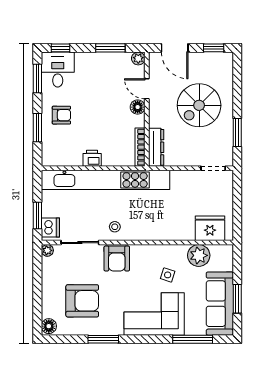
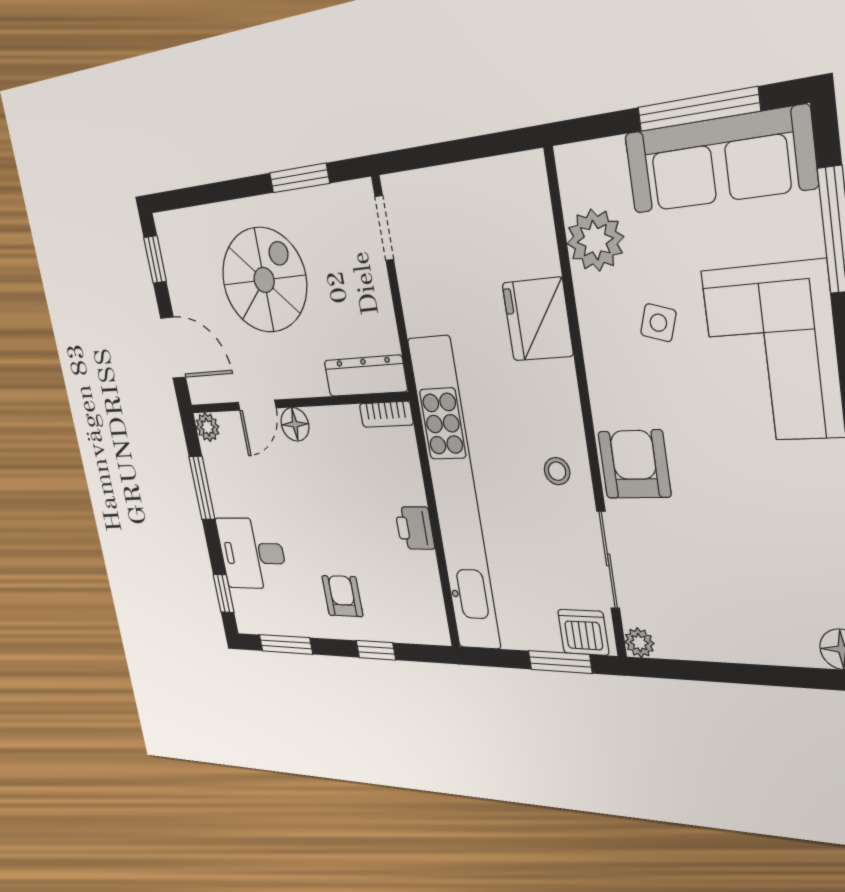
door: (175, 48) -> (173, 348), hinge flipped
desk: (58, 70) -> (252, 553), moved
spiral stairs: (199, 105) -> (264, 280), turned -90
window: (37, 128) -> (376, 650), width x0.67
bookcase: (140, 147) -> (386, 414), width x0.64
fridge: (210, 228) -> (538, 319), moved
armchair: (117, 258) -> (634, 464), turned -90
window: (237, 299) -> (698, 109), width x1.44
armchair: (82, 301) -> (759, 556), removed

